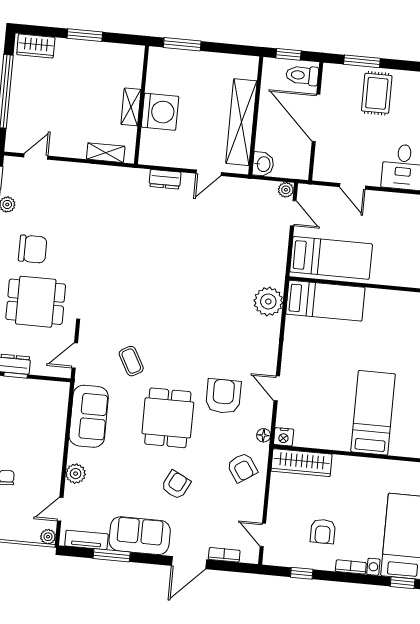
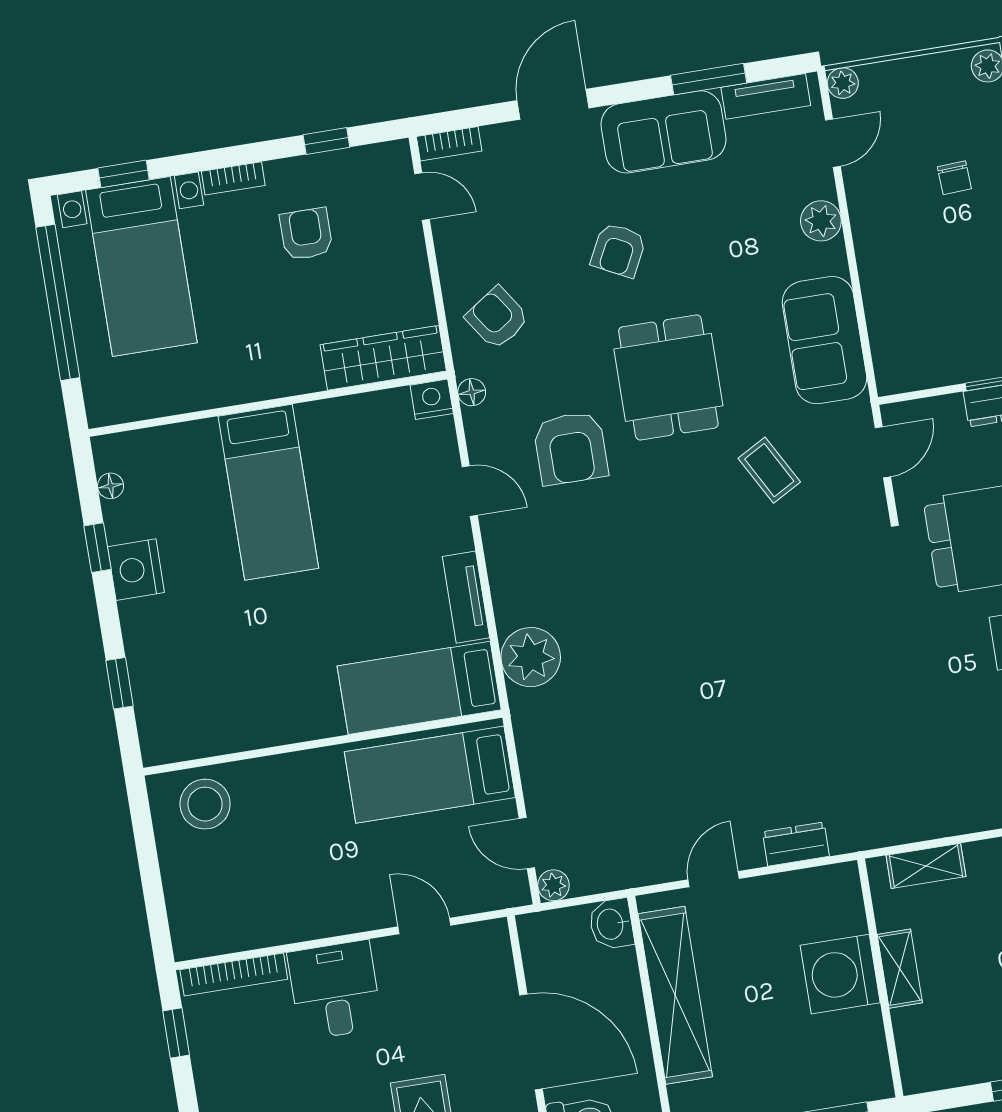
tv unit: (292, 338) -> (466, 597), added
bookcase: (224, 555) -> (449, 144), moved

